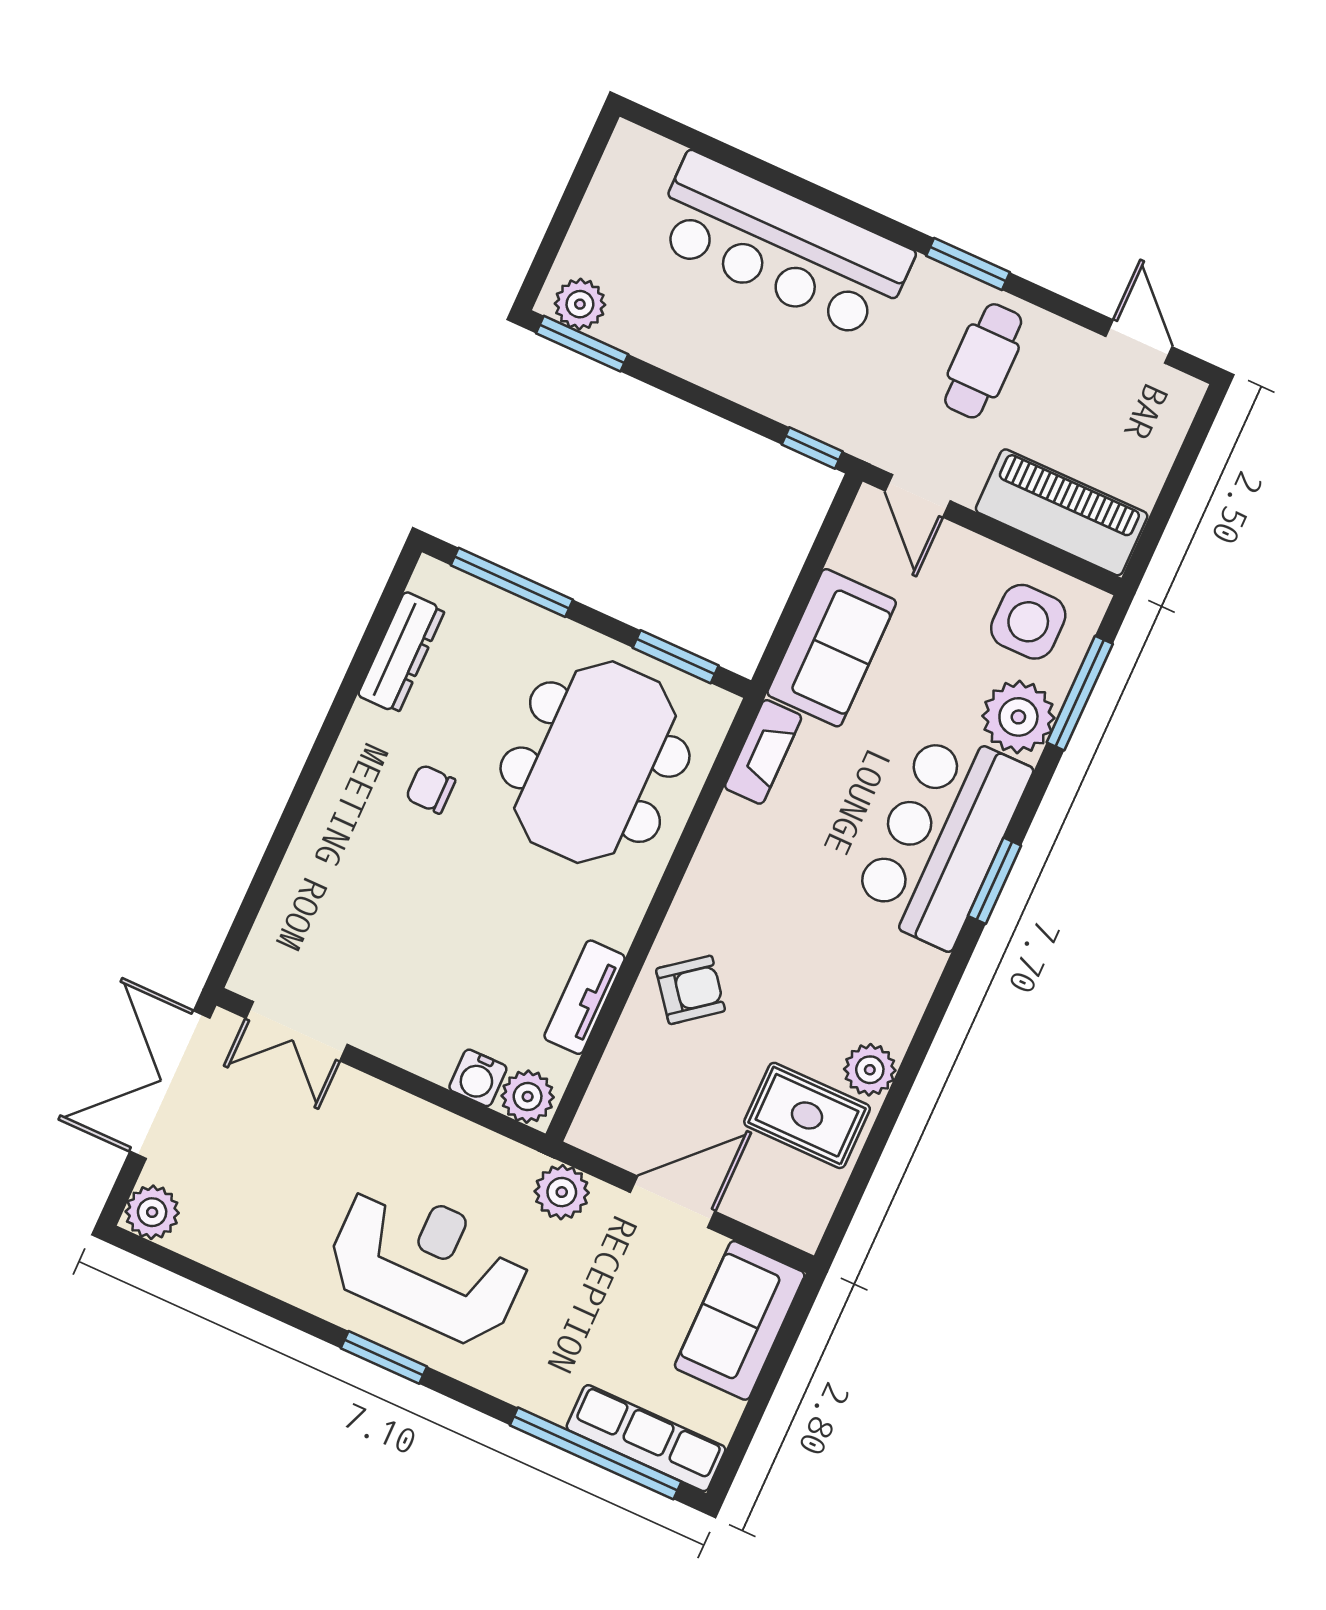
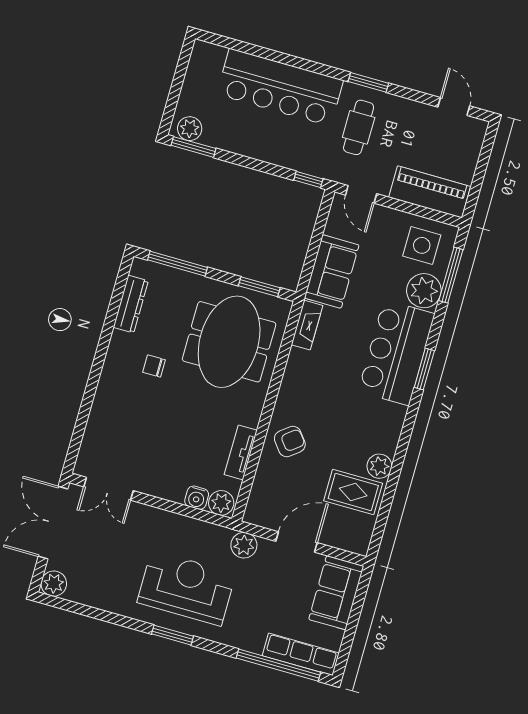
cafe table: (983, 361) -> (359, 127), moved

